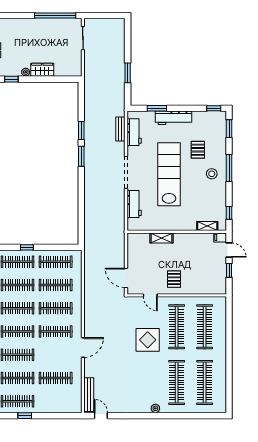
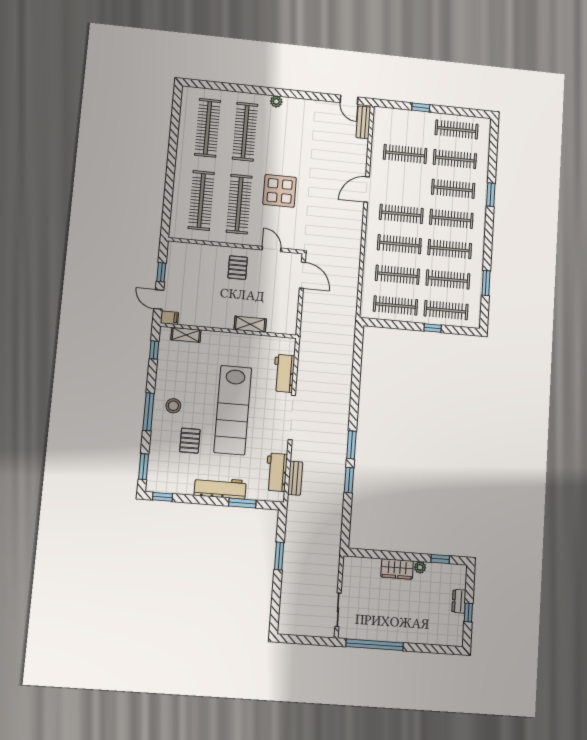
bench: (89, 395) -> (363, 122), width x0.73
window: (25, 416) -> (421, 107), moved

